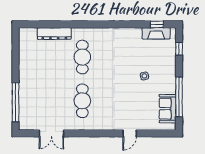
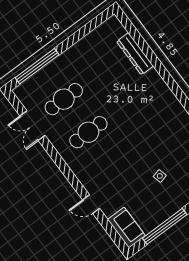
cafe table: (82, 57) -> (64, 99), moved
sofa: (168, 109) -> (126, 227), moved, turned 90

